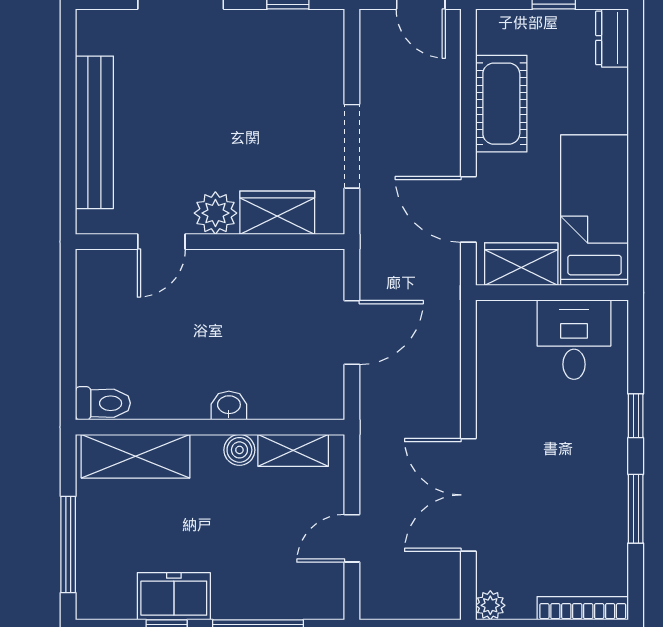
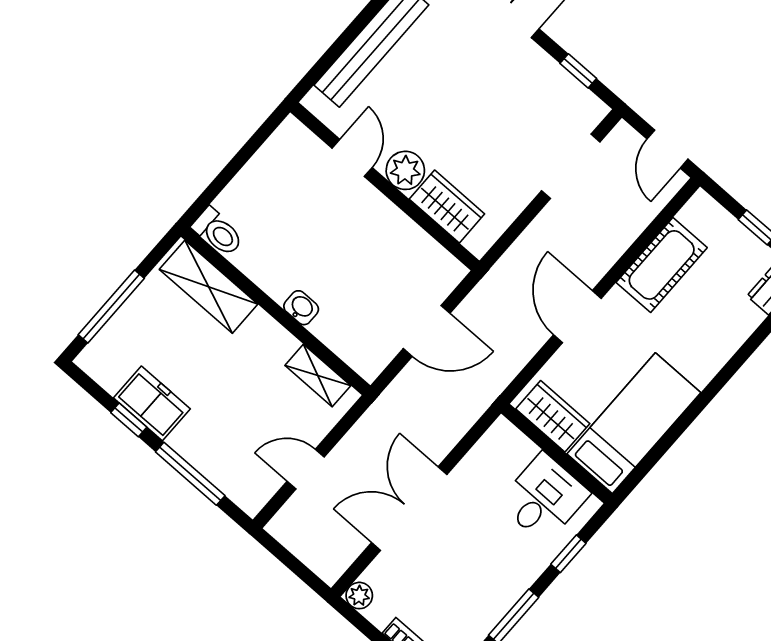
doorway: (352, 146) -> (571, 166), moved
bed: (595, 210) -> (634, 423), moved
door: (161, 242) -> (352, 158), swing flipped
wardrobe: (521, 264) -> (553, 416), moved
wall: (552, 293) -> (557, 454), moved
desk: (574, 340) -> (544, 498), moved
boiler: (239, 450) -> (282, 344), removed

